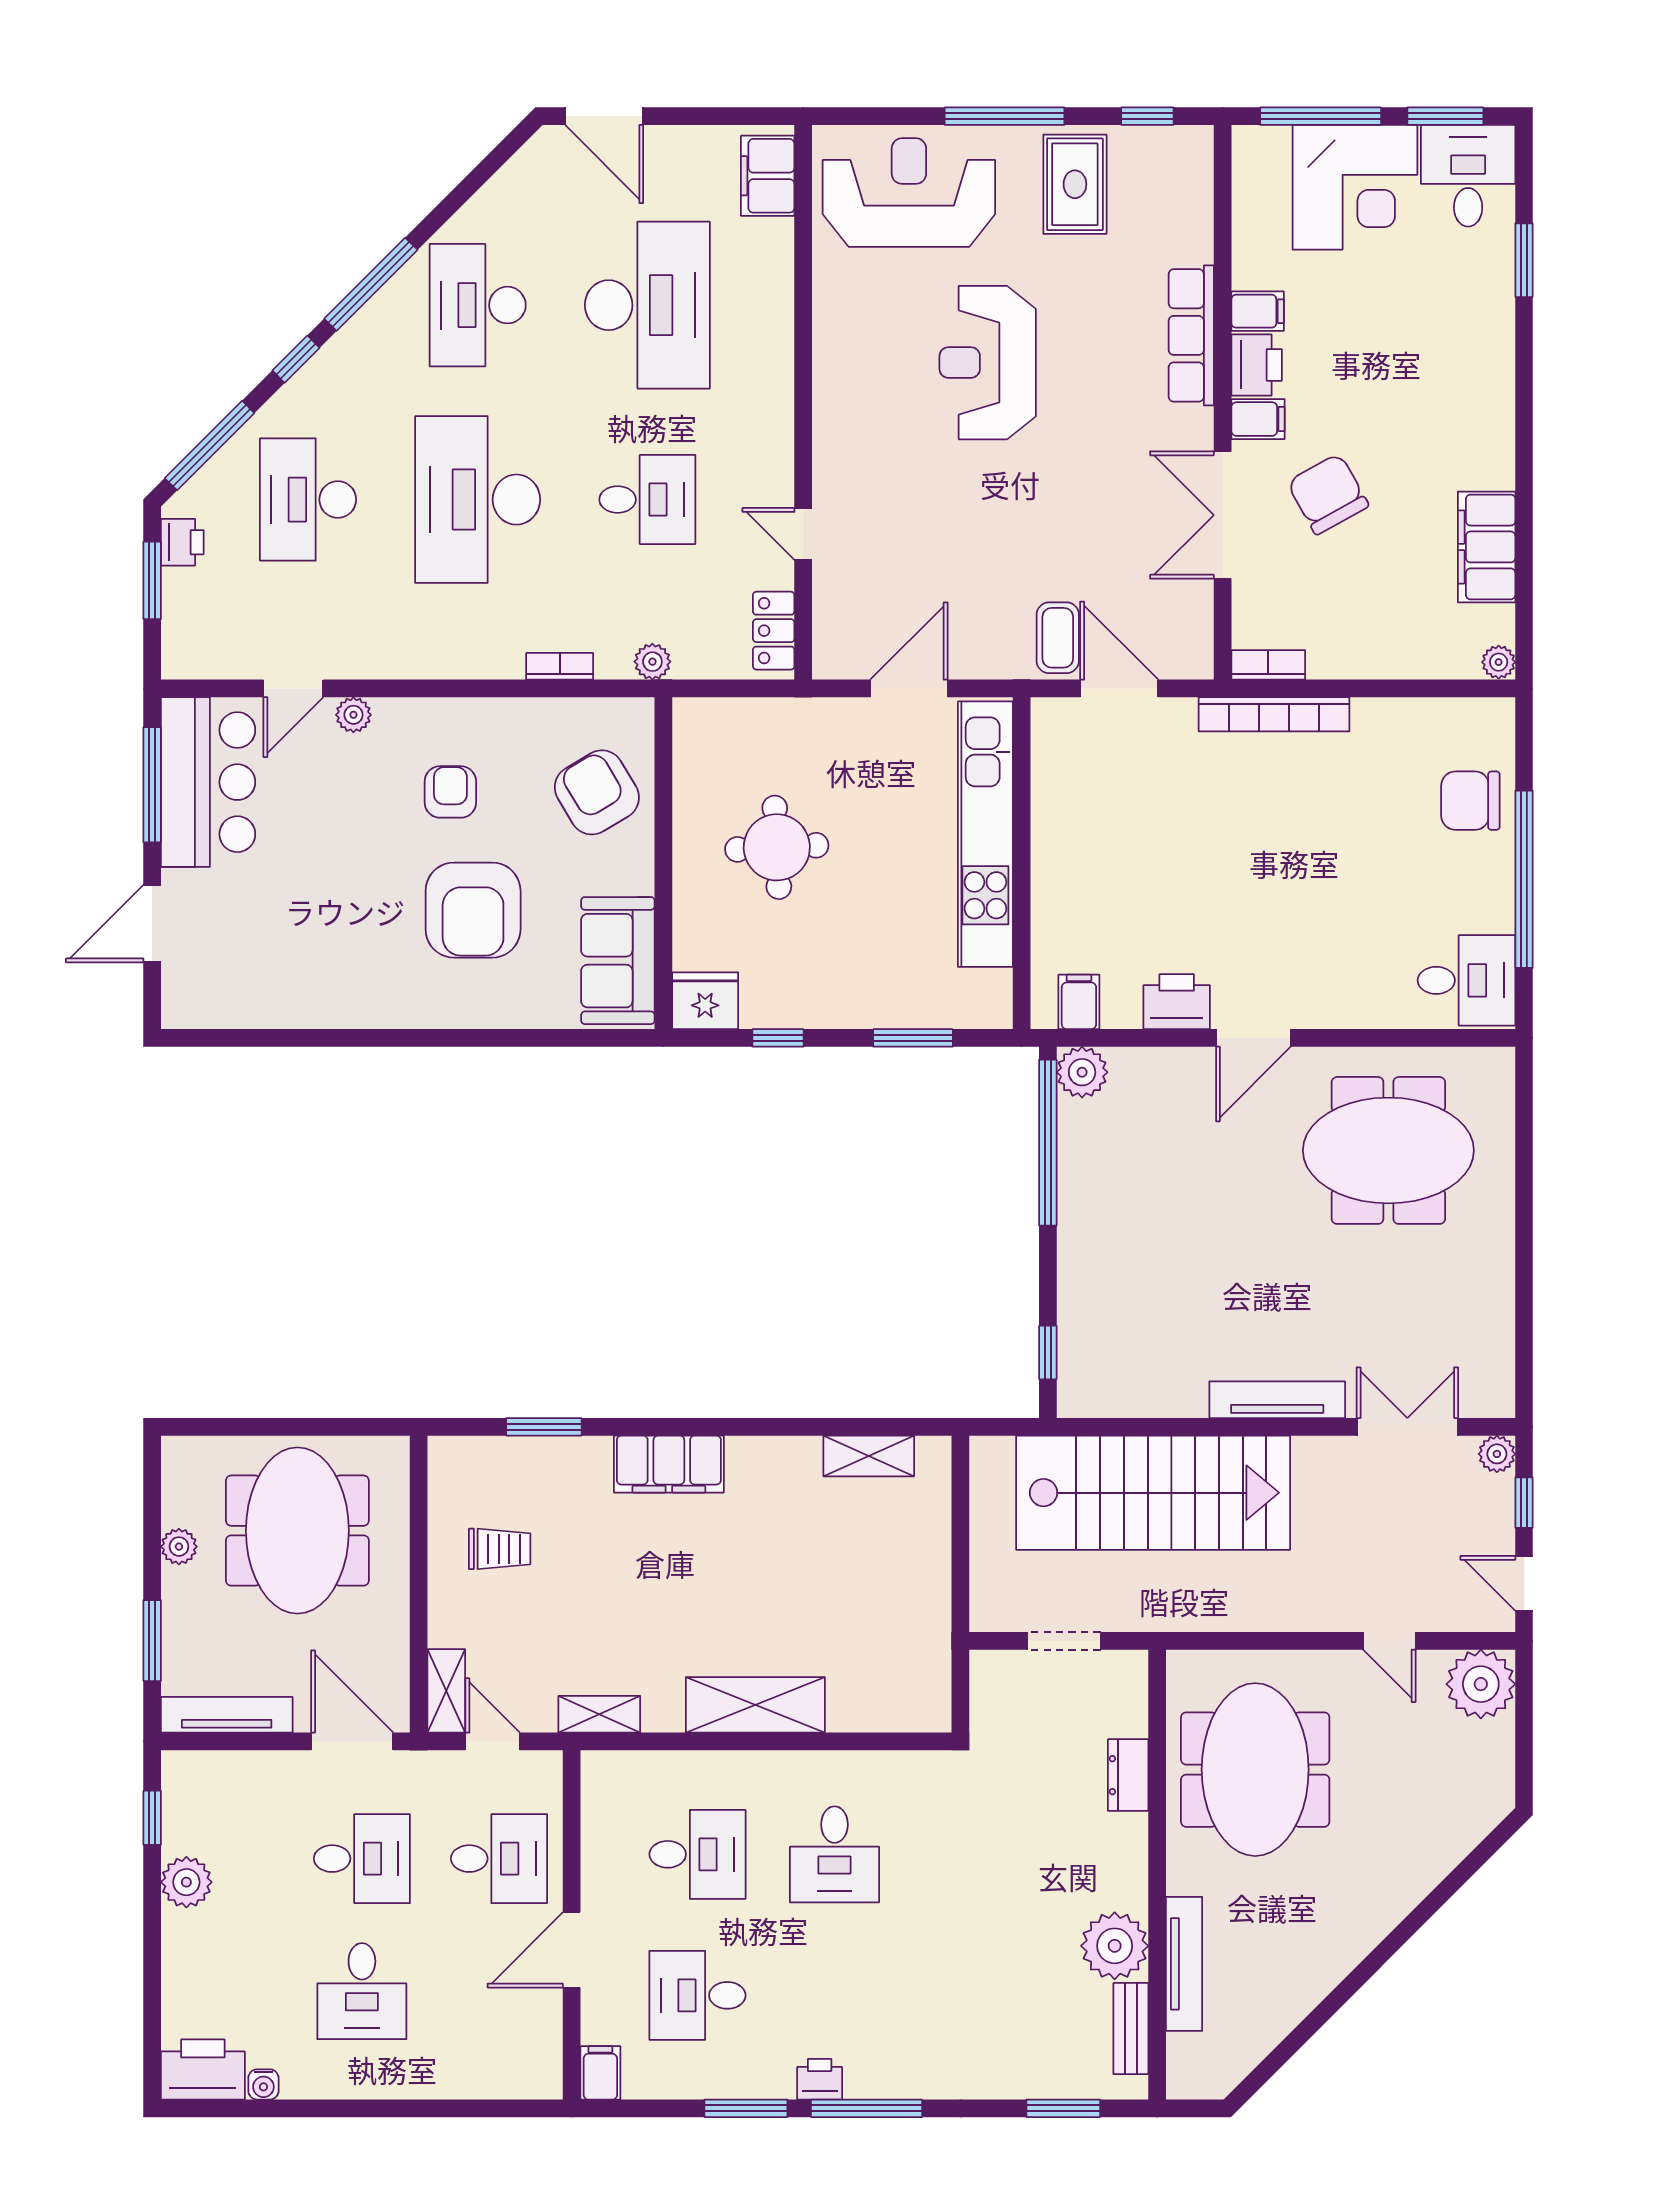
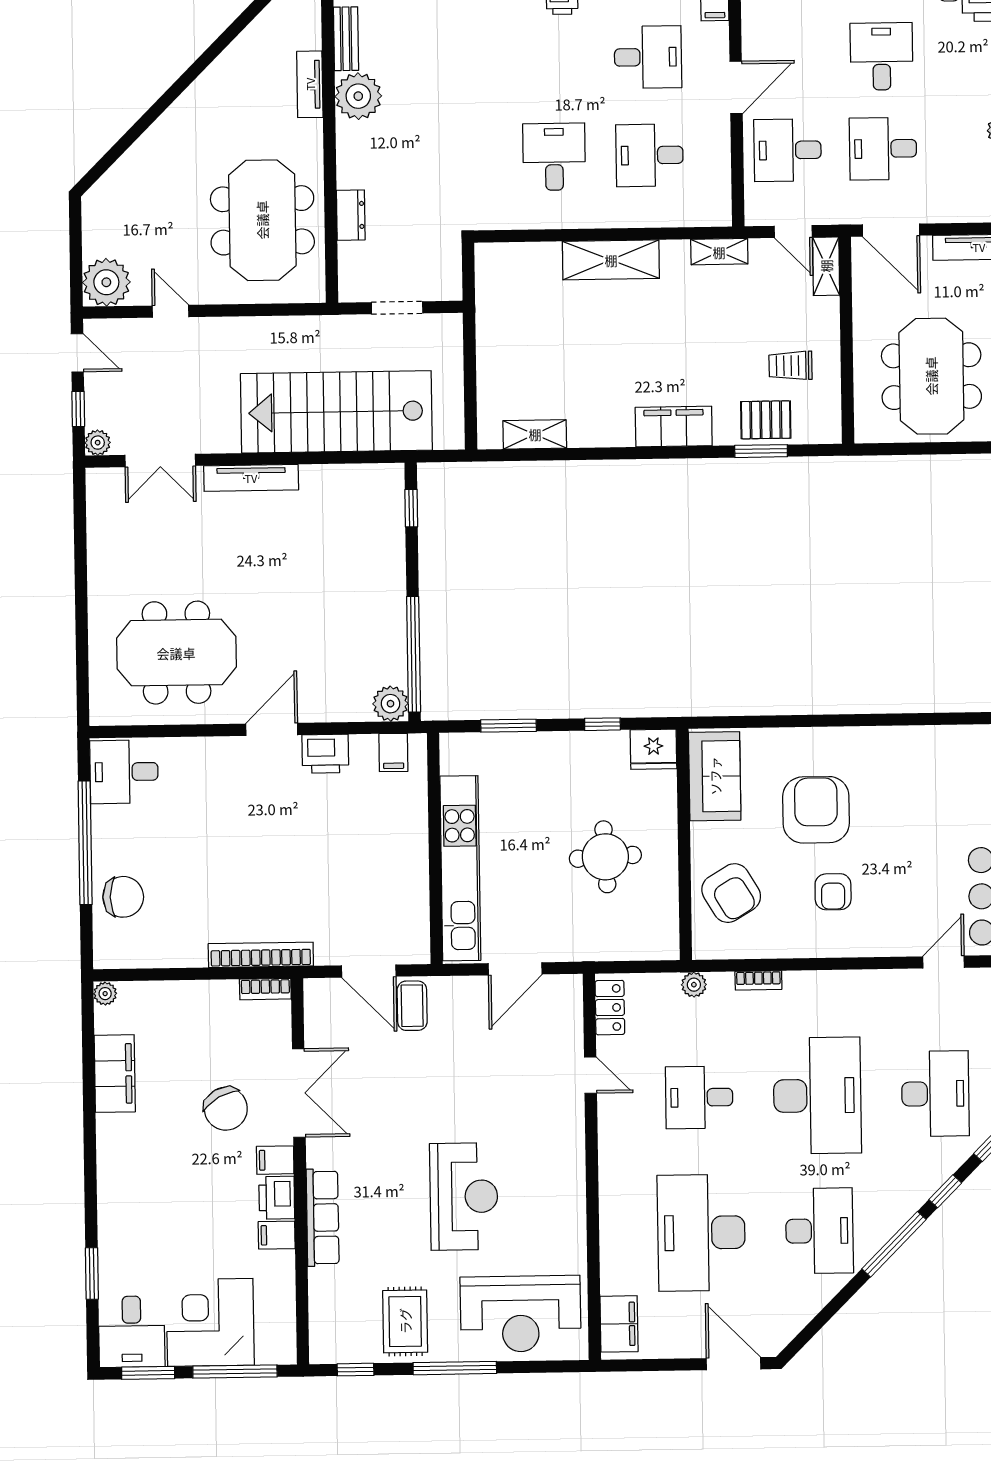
plant: (353, 715) -> (901, 944), removed
pallet: (536, 1471) -> (766, 420), added
tv unit: (1184, 1964) -> (310, 84), width x0.71

